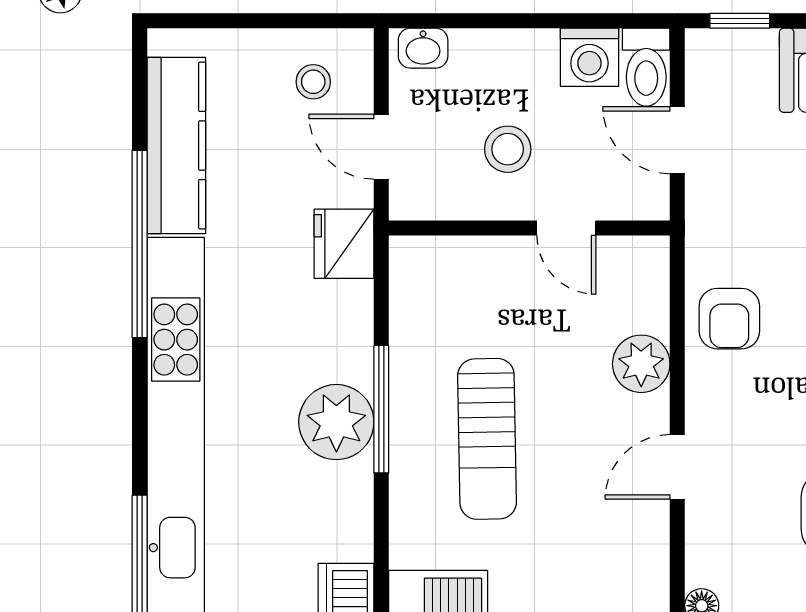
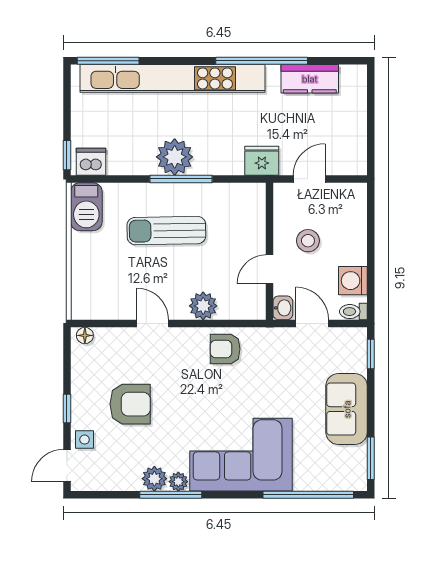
washbasin: (423, 48) -> (283, 308), moved, turned 180
toilet: (646, 67) -> (353, 312), width x0.73, depth x0.72
stool: (313, 82) -> (341, 146), removed
door: (677, 140) -> (312, 324), hinge flipped
kitchen counter: (176, 145) -> (310, 79), width x0.67

